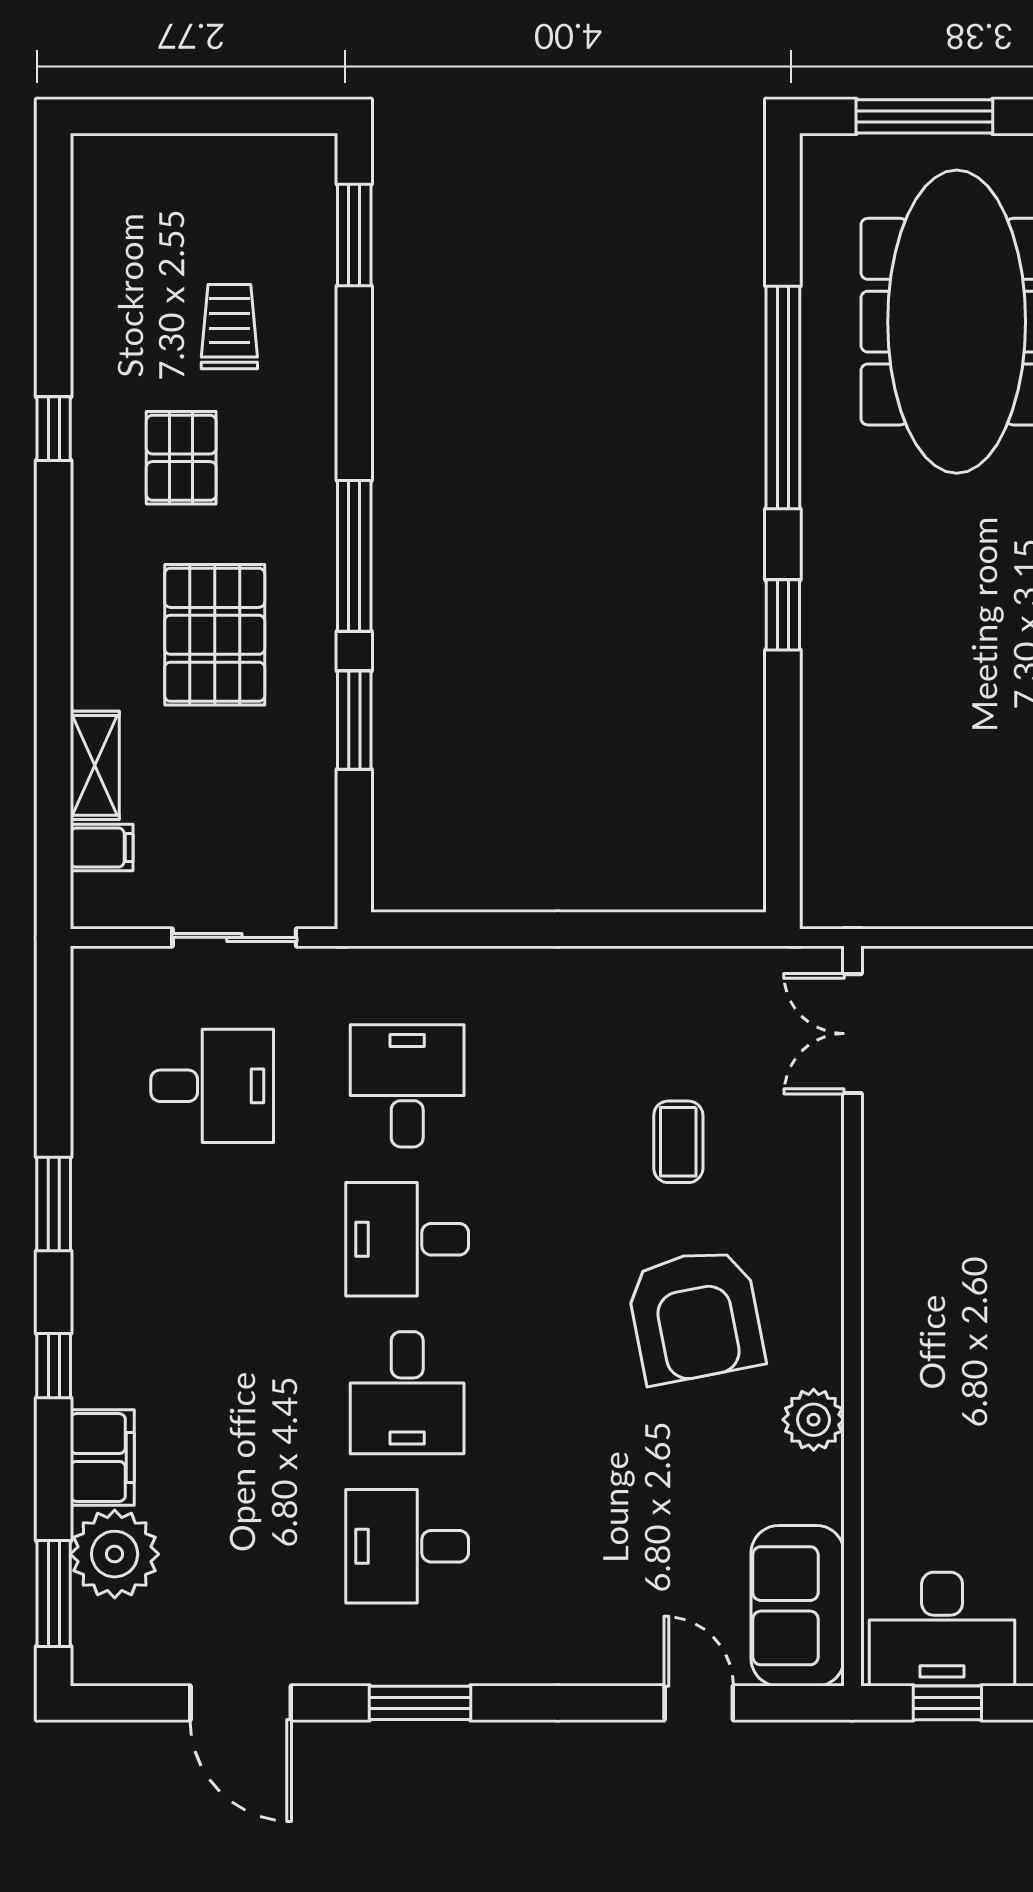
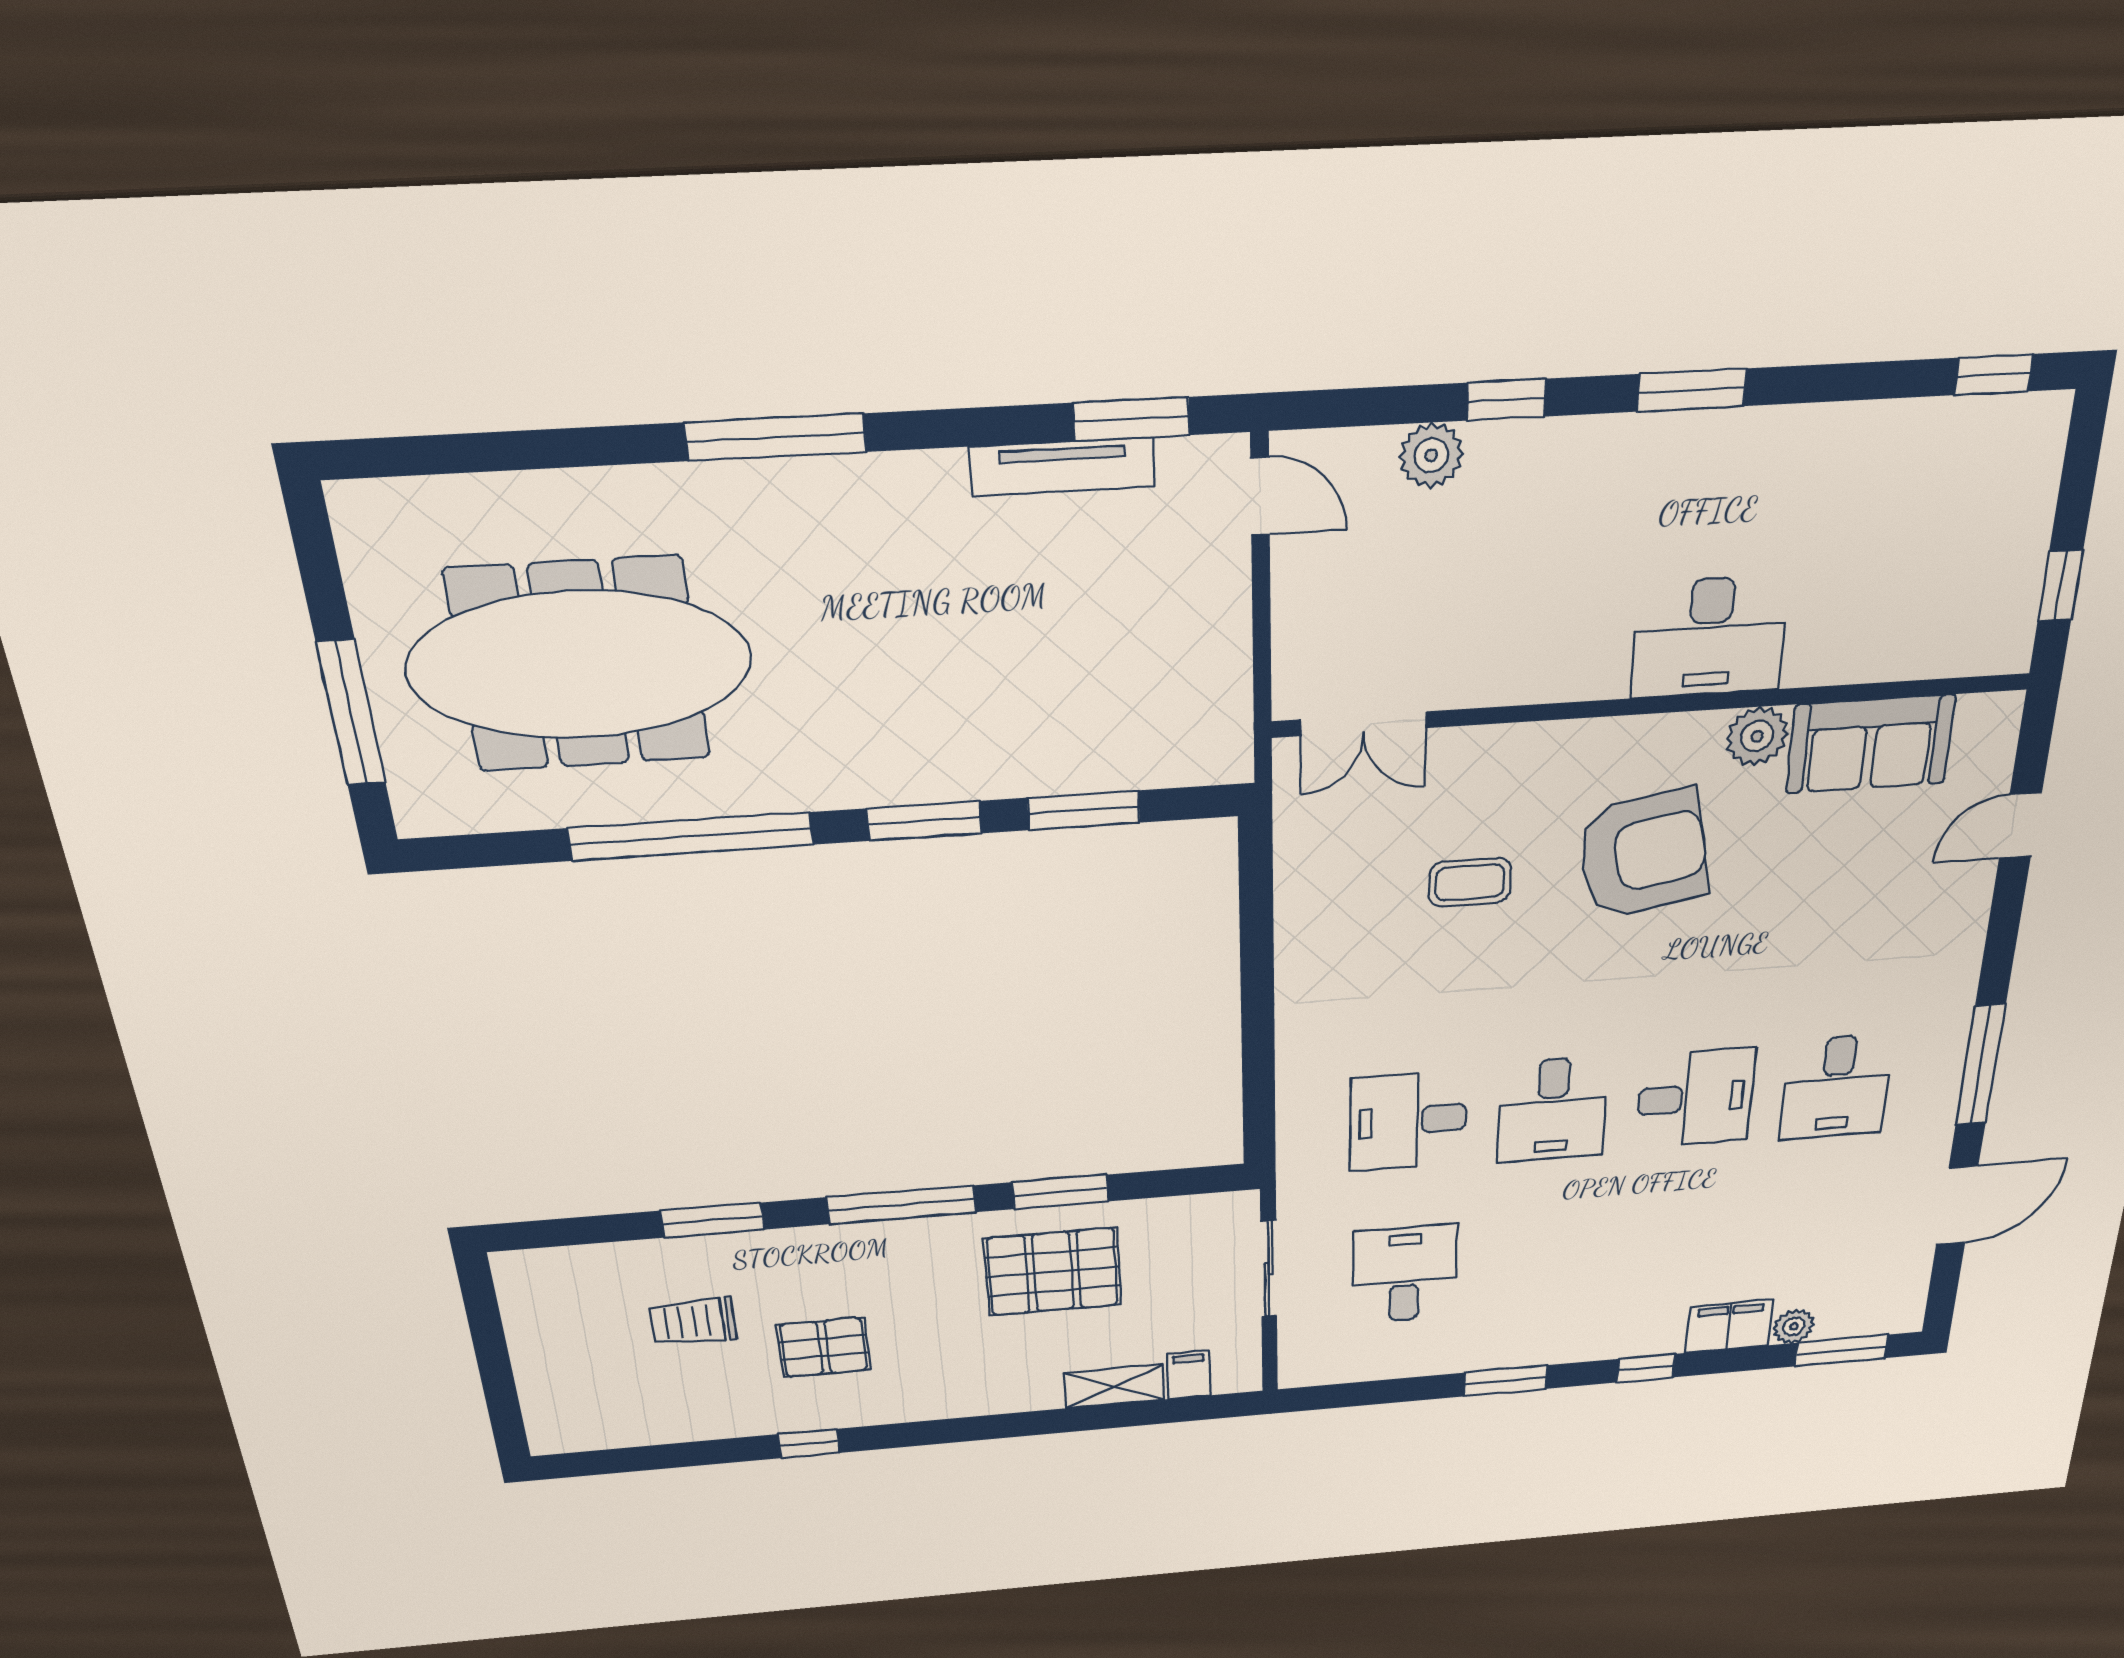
window: (354, 235) -> (712, 1220), moved
window: (783, 615) -> (924, 821), width x1.50
pallet: (215, 635) -> (1053, 1272), moved
window: (783, 765) -> (1084, 810), added
plant: (115, 1554) -> (1794, 1326), width x0.53, depth x0.53
sofa: (798, 1606) -> (1870, 744), moved
desk: (942, 1629) -> (1709, 637), moved, turned 90
window: (420, 1703) -> (1980, 1065), width x1.44

